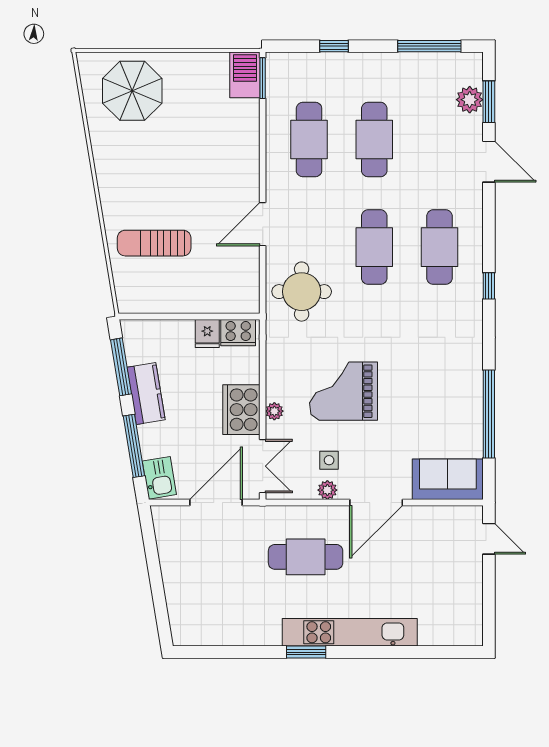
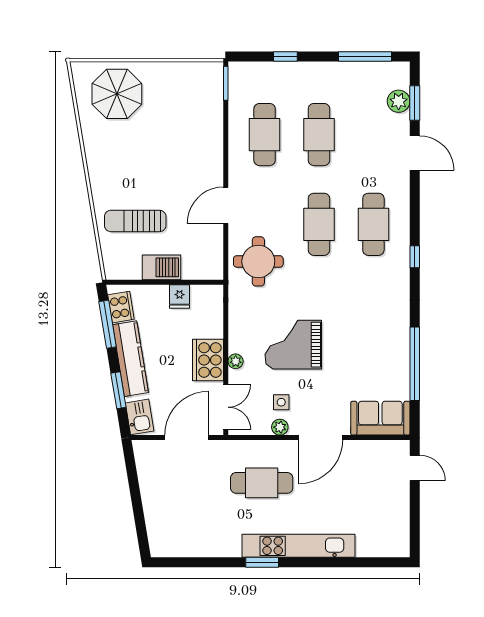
barbecue: (245, 75) -> (162, 267), moved, turned 90
cooker: (238, 333) -> (121, 307), moved, turned -99
kitchen counter: (146, 394) -> (130, 359), width x1.50
window: (134, 446) -> (118, 390), width x0.69

